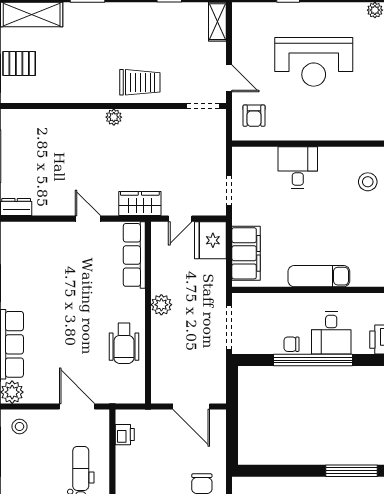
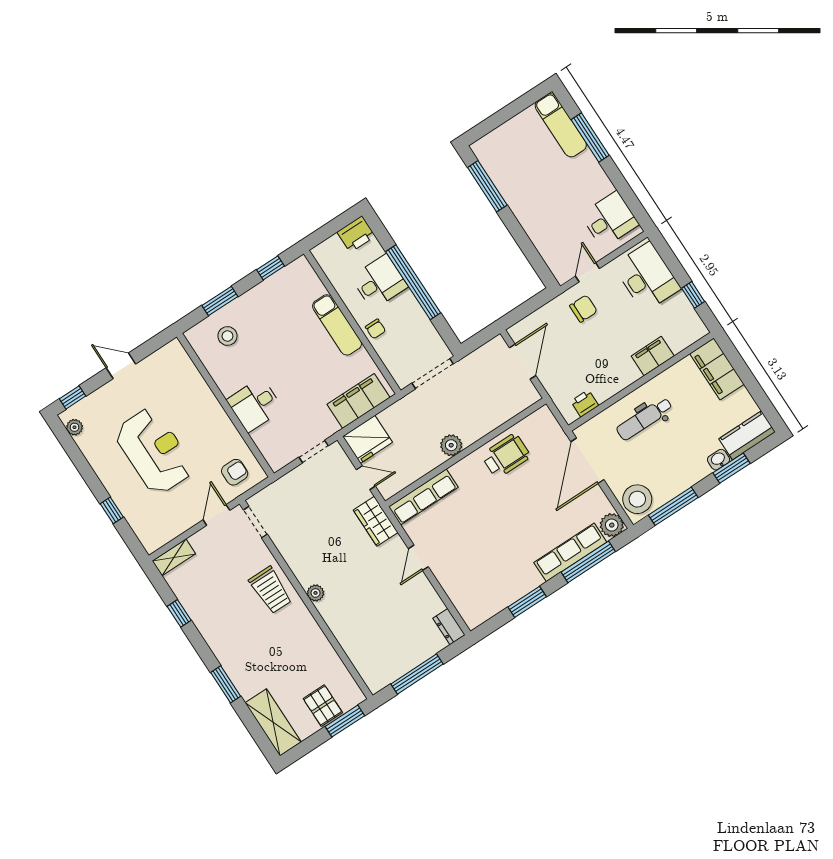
trolley: (140, 82) -> (270, 590), turned 180
chair: (291, 344) -> (375, 329), moved
door: (77, 406) -> (587, 461), width x1.36
stool: (20, 426) -> (637, 499), width x1.89, depth x1.89

